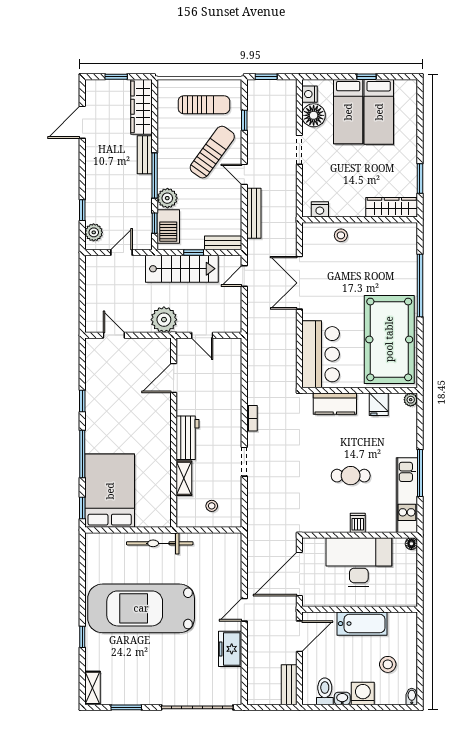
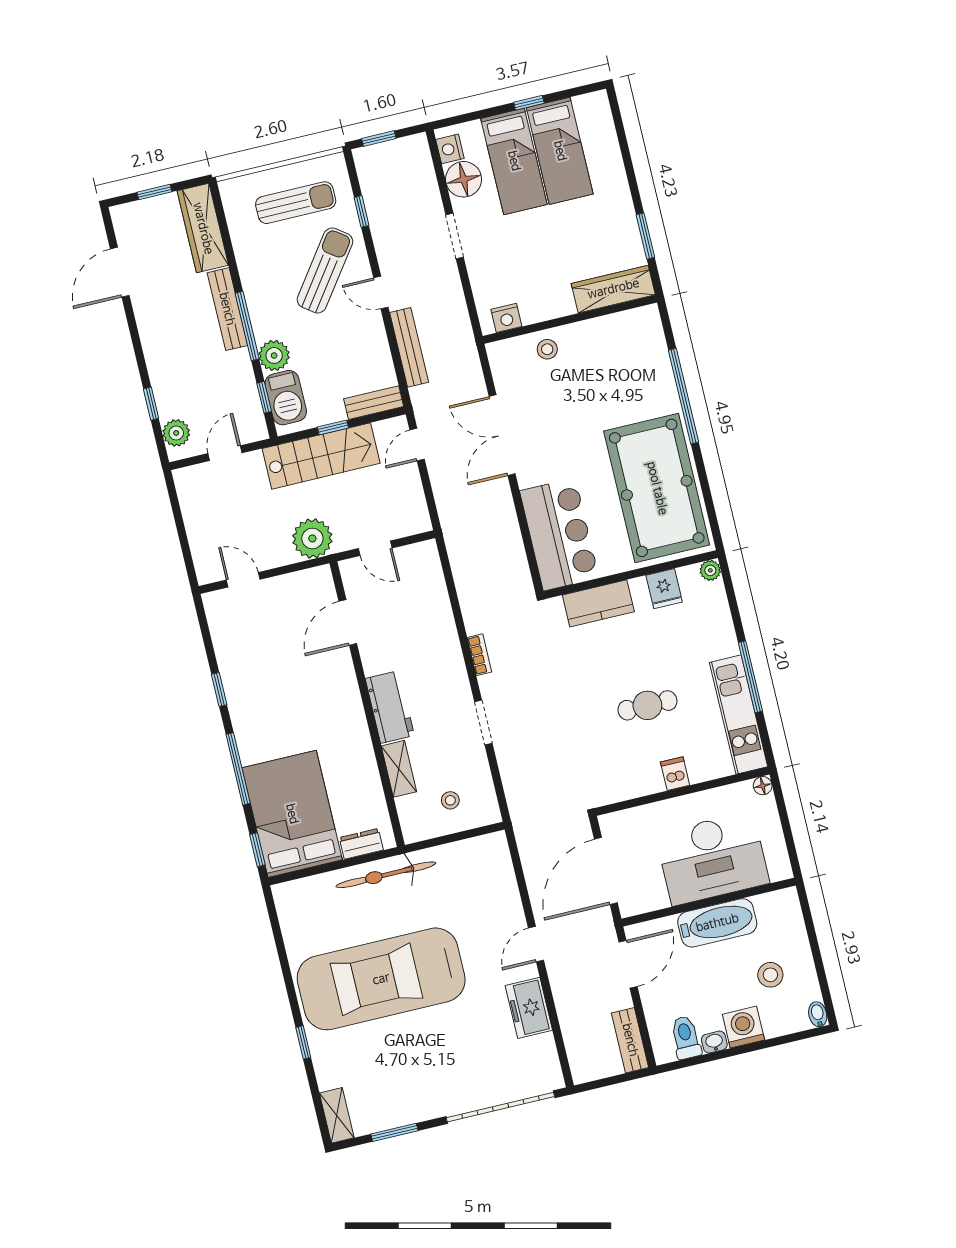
bench: (145, 155) -> (227, 309), width x1.36
dresser: (149, 520) -> (361, 844), added
desk: (359, 562) -> (712, 858), moved, turned 180

